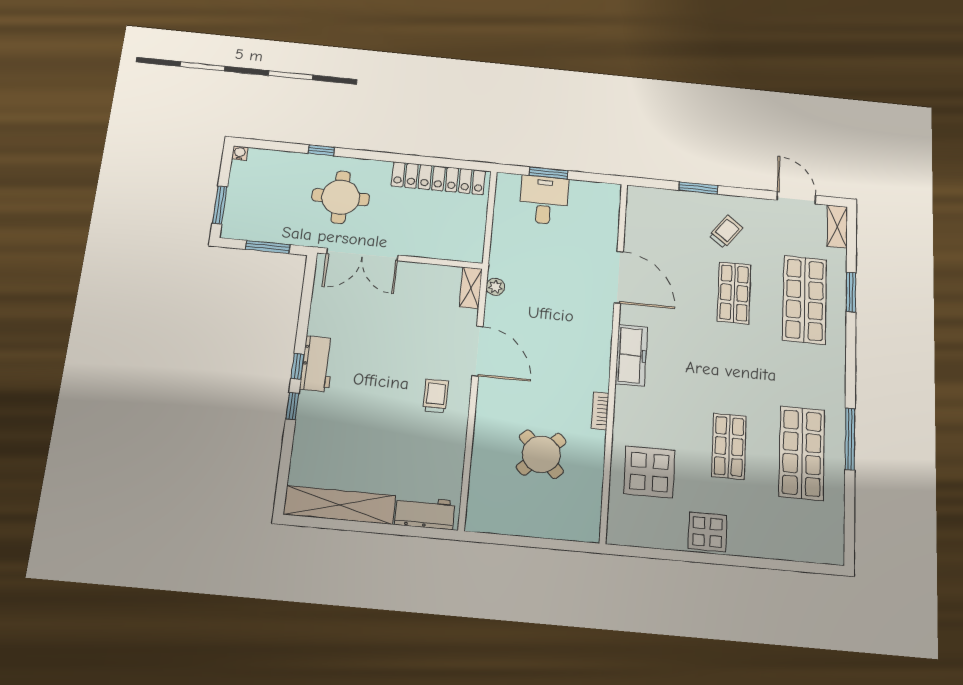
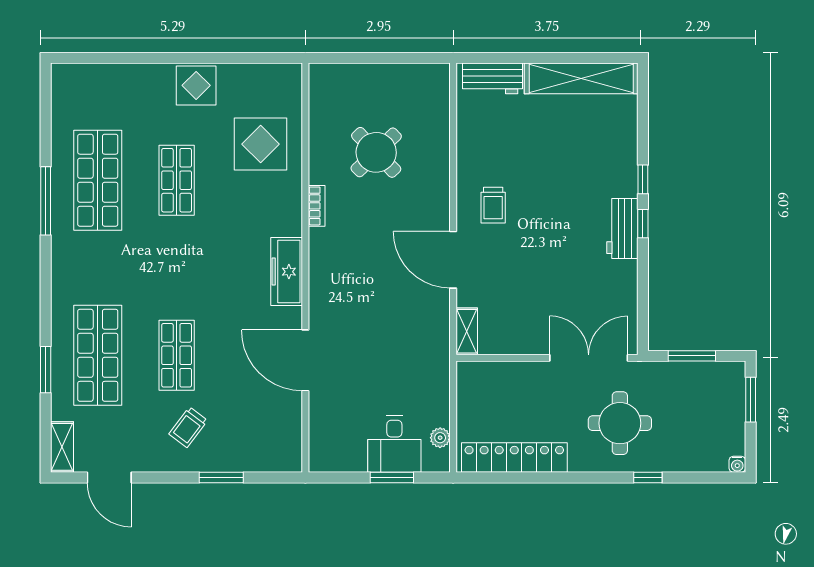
plant: (495, 287) -> (440, 438), moved

